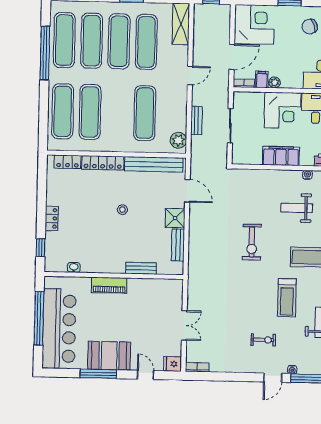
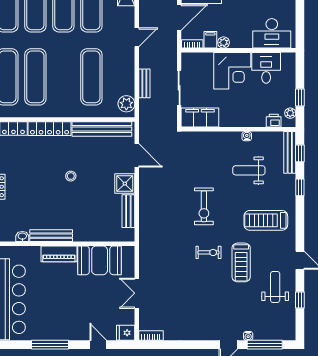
filing cabinet: (281, 156) -> (200, 118), moved
water cooler: (307, 175) -> (247, 136), moved
bench: (141, 268) -> (51, 236), moved, width x1.36
double door: (184, 325) -> (137, 293), swing flipped
exercise bike: (263, 340) -> (208, 252), moved
booth: (109, 356) -> (100, 260), moved

